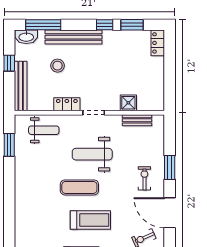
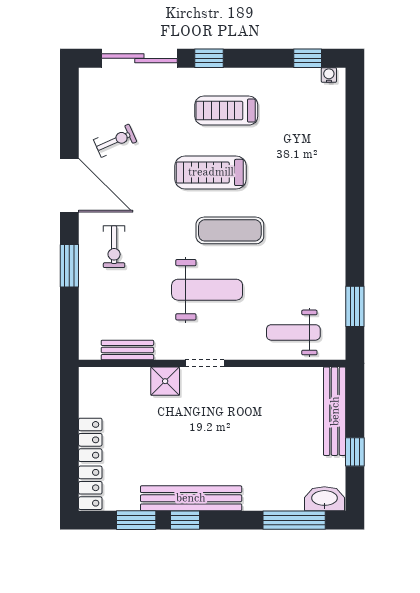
bench: (73, 37) -> (191, 498), moved
stool: (57, 66) -> (269, 447), removed
shower: (128, 103) -> (165, 381), moved
locker: (67, 104) -> (90, 440), moved, turned -90

